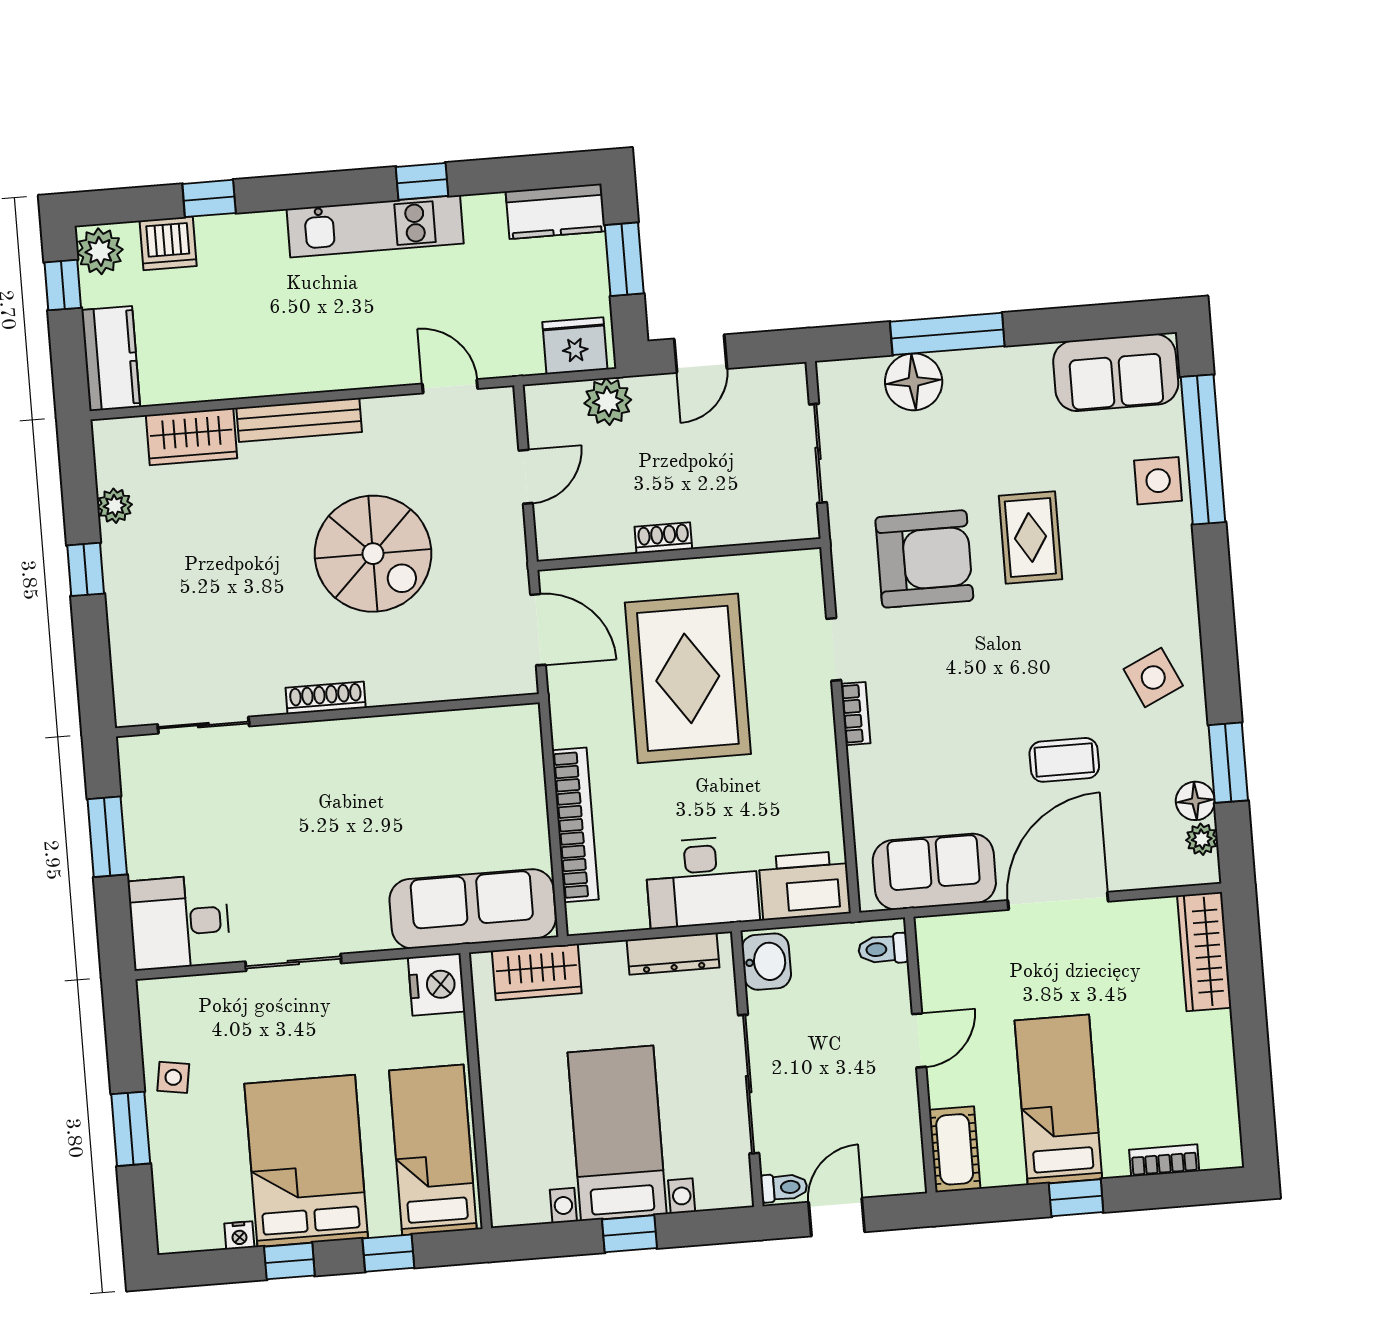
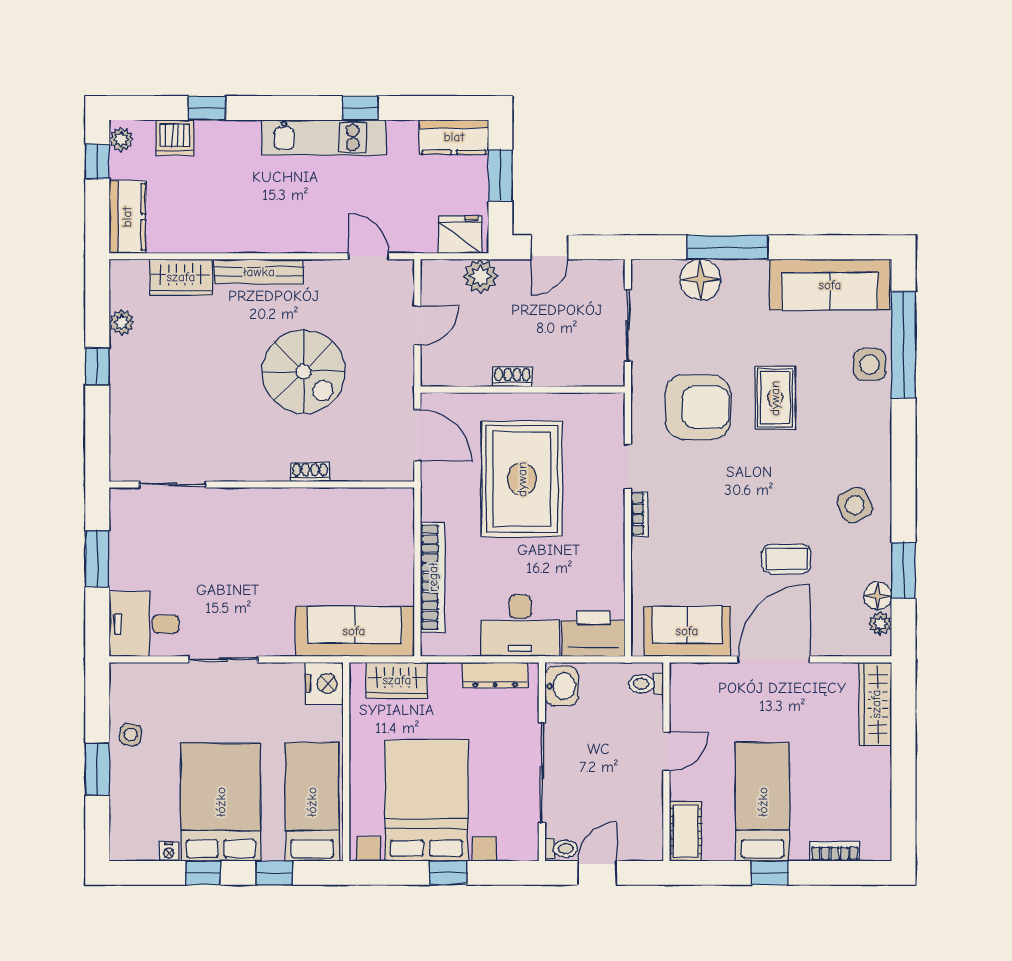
plant: (100, 251) -> (121, 139), width x0.73, depth x0.73
sofa: (1116, 372) -> (830, 285), width x1.36
shoe rack: (326, 698) -> (310, 472), moved, width x0.70
bed with nightstands: (617, 1133) -> (426, 800), width x1.36

